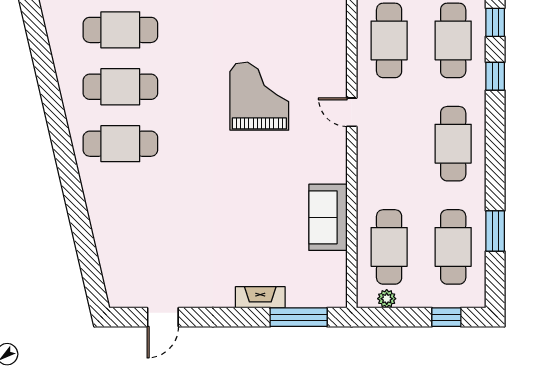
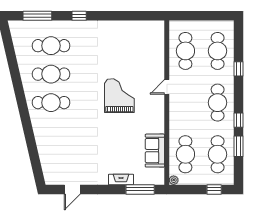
window: (495, 22) -> (239, 120), moved
grand piano: (259, 96) -> (119, 96), moved
door: (352, 112) -> (167, 87), hinge flipped
sofa: (328, 217) -> (155, 151), moved
plant: (387, 299) -> (174, 180), moved

